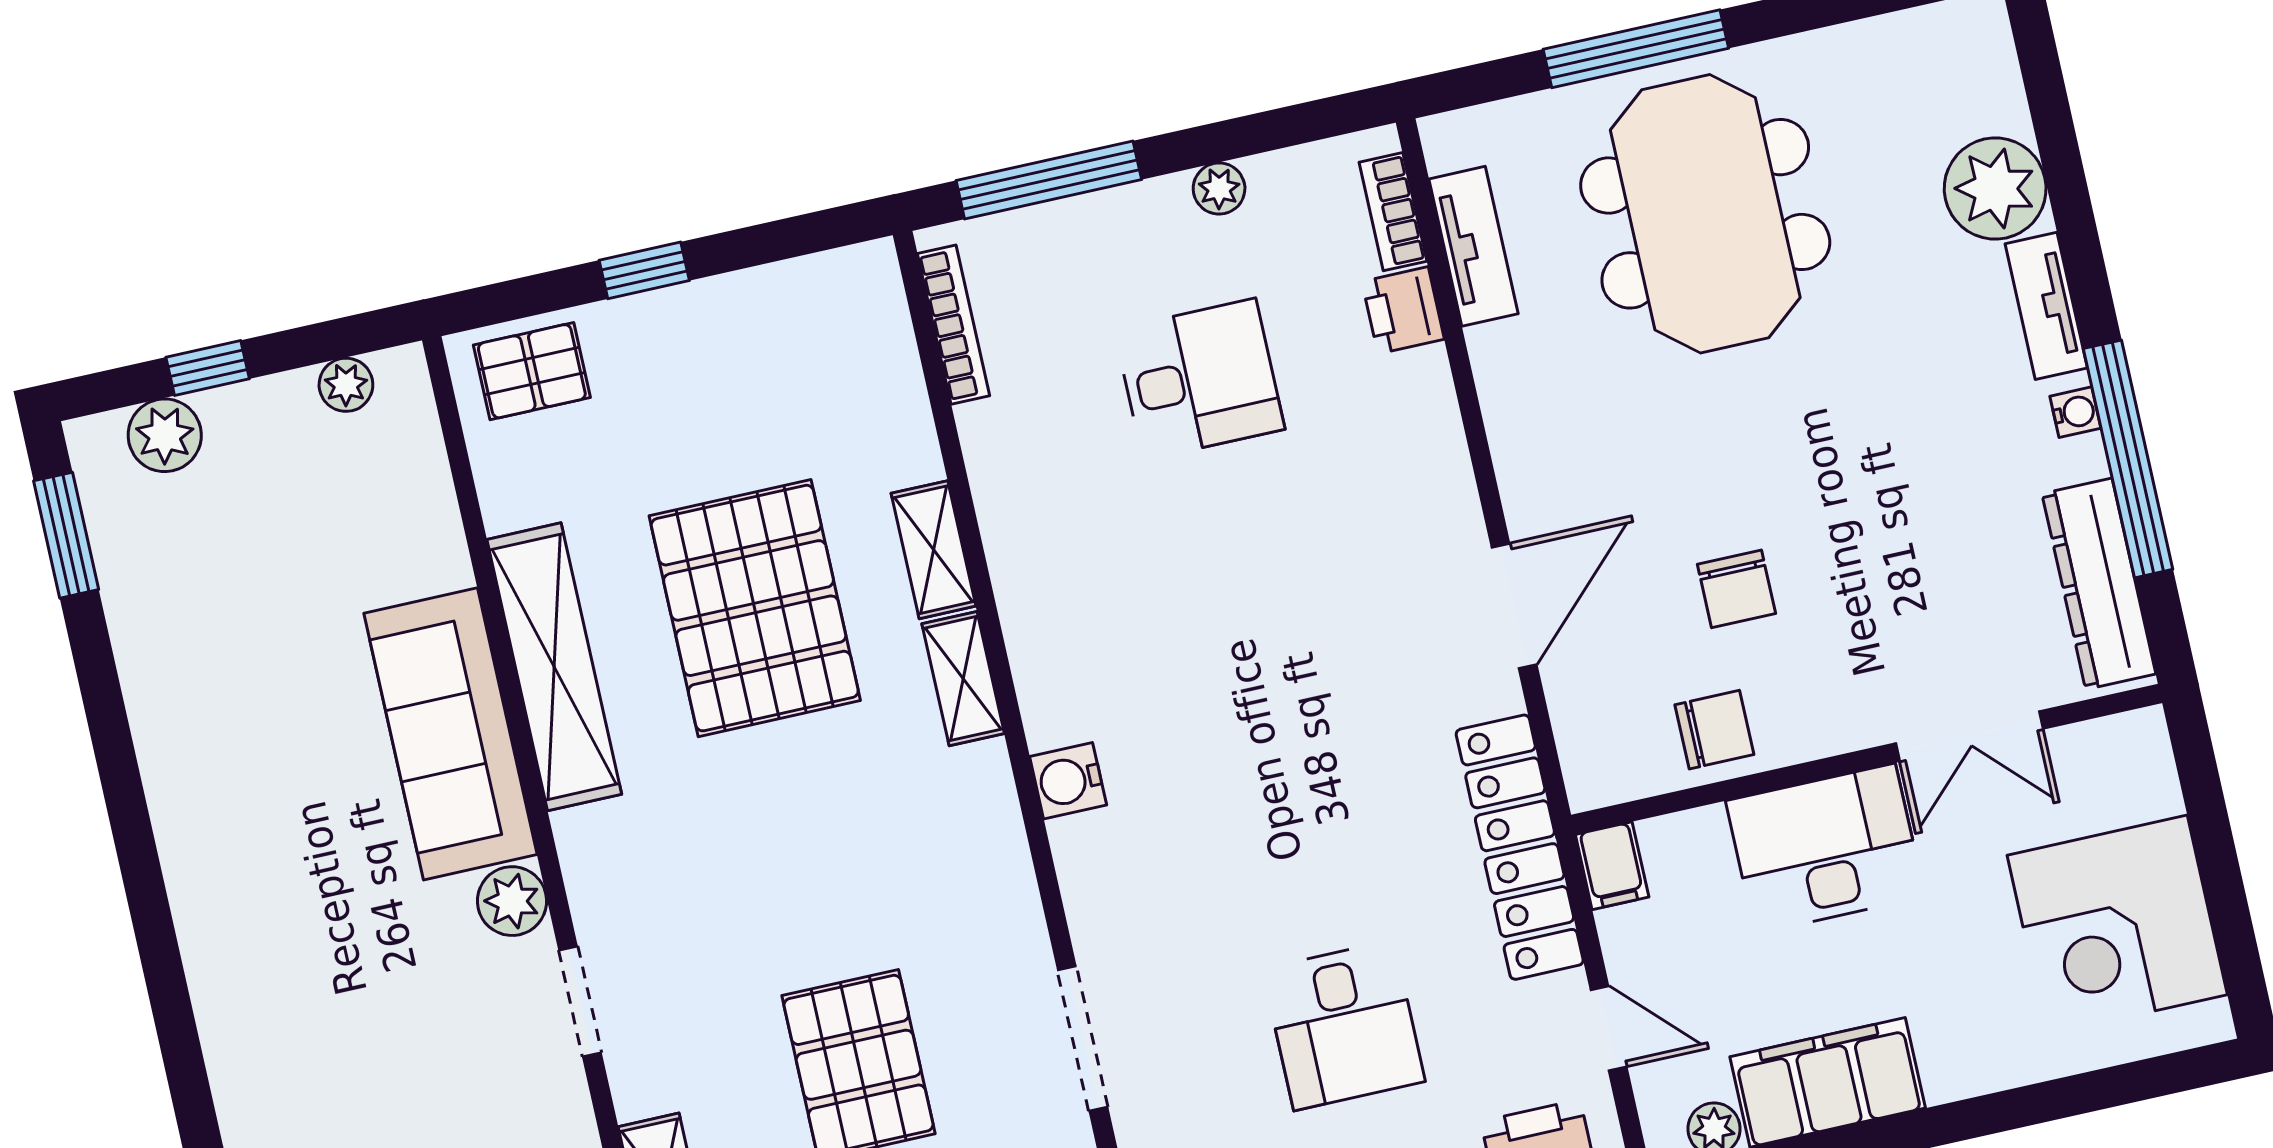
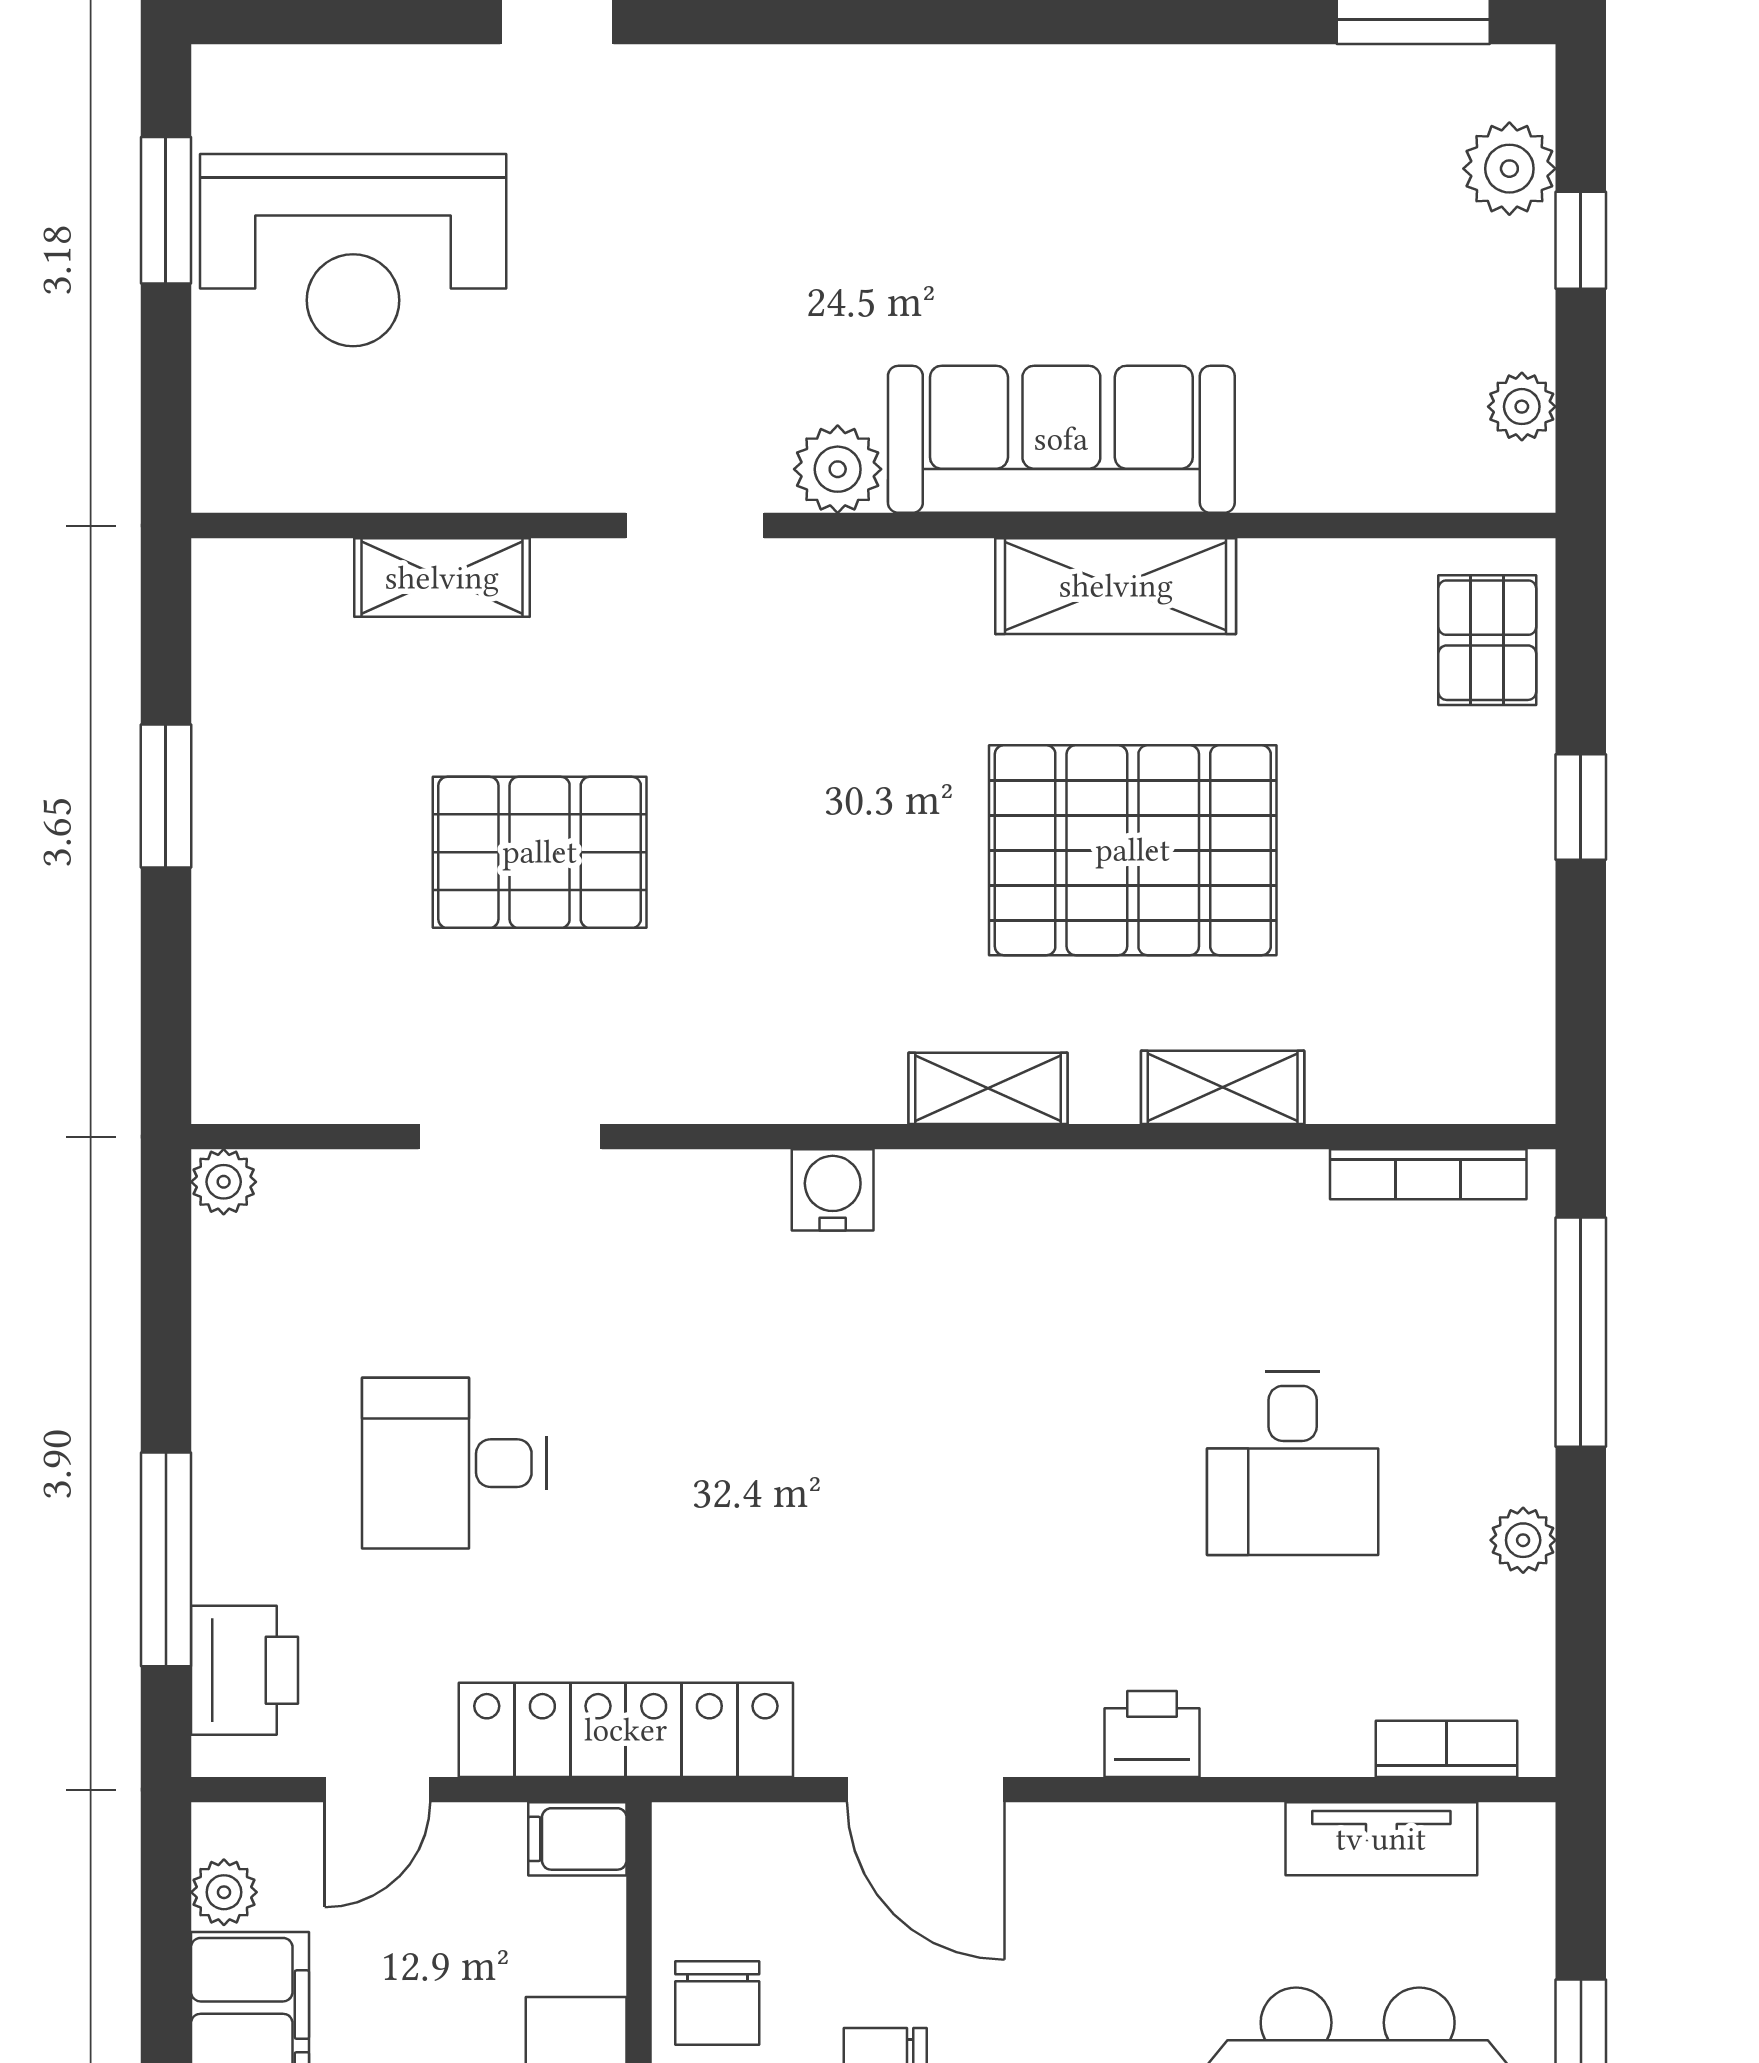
printer: (1403, 310) -> (1152, 1734), moved
shelving: (934, 550) -> (1223, 1087), moved
shelving: (554, 667) -> (1116, 586), width x0.68

